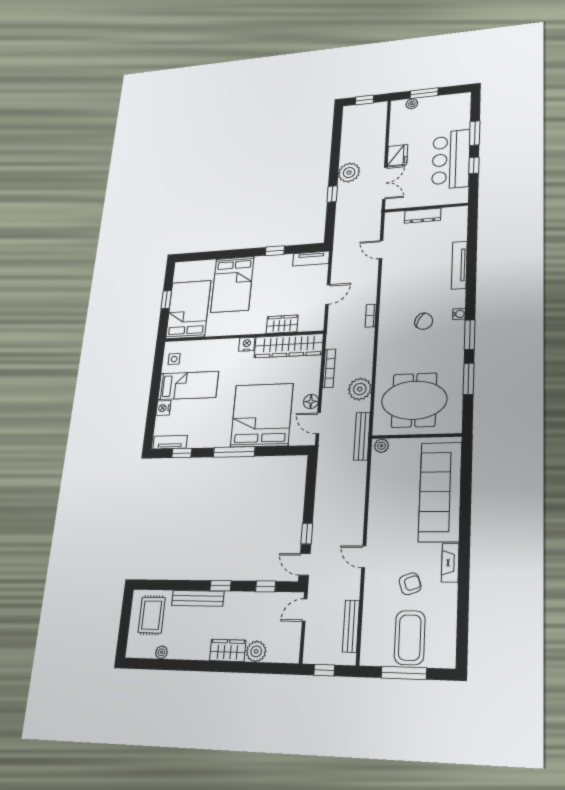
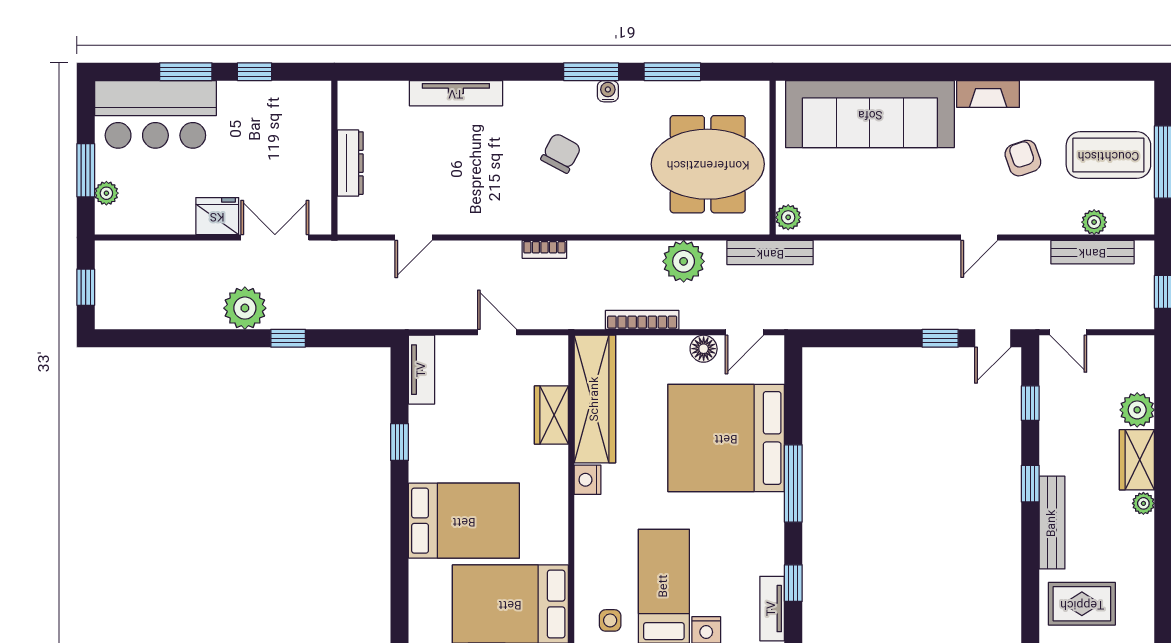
bar counter: (451, 159) -> (155, 114), moved
water cooler: (459, 314) -> (608, 91), moved
meeting table: (414, 400) -> (708, 164), turned 90
plant: (369, 627) -> (1094, 222), added
plant: (161, 652) -> (1143, 503), moved

